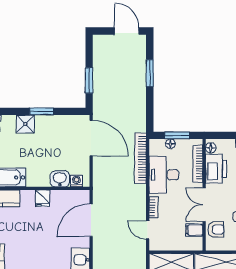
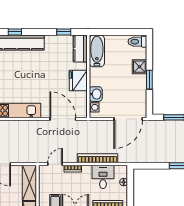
window: (177, 135) -> (130, 187), removed
bookcase: (140, 158) -> (98, 158), moved
desk: (164, 175) -> (103, 177), width x0.73
fridge: (43, 198) -> (78, 80), width x1.88, depth x1.34

